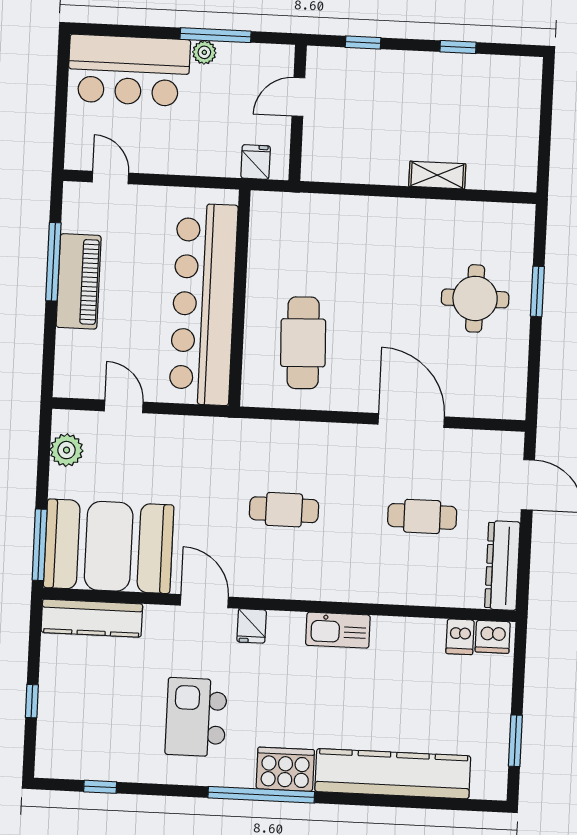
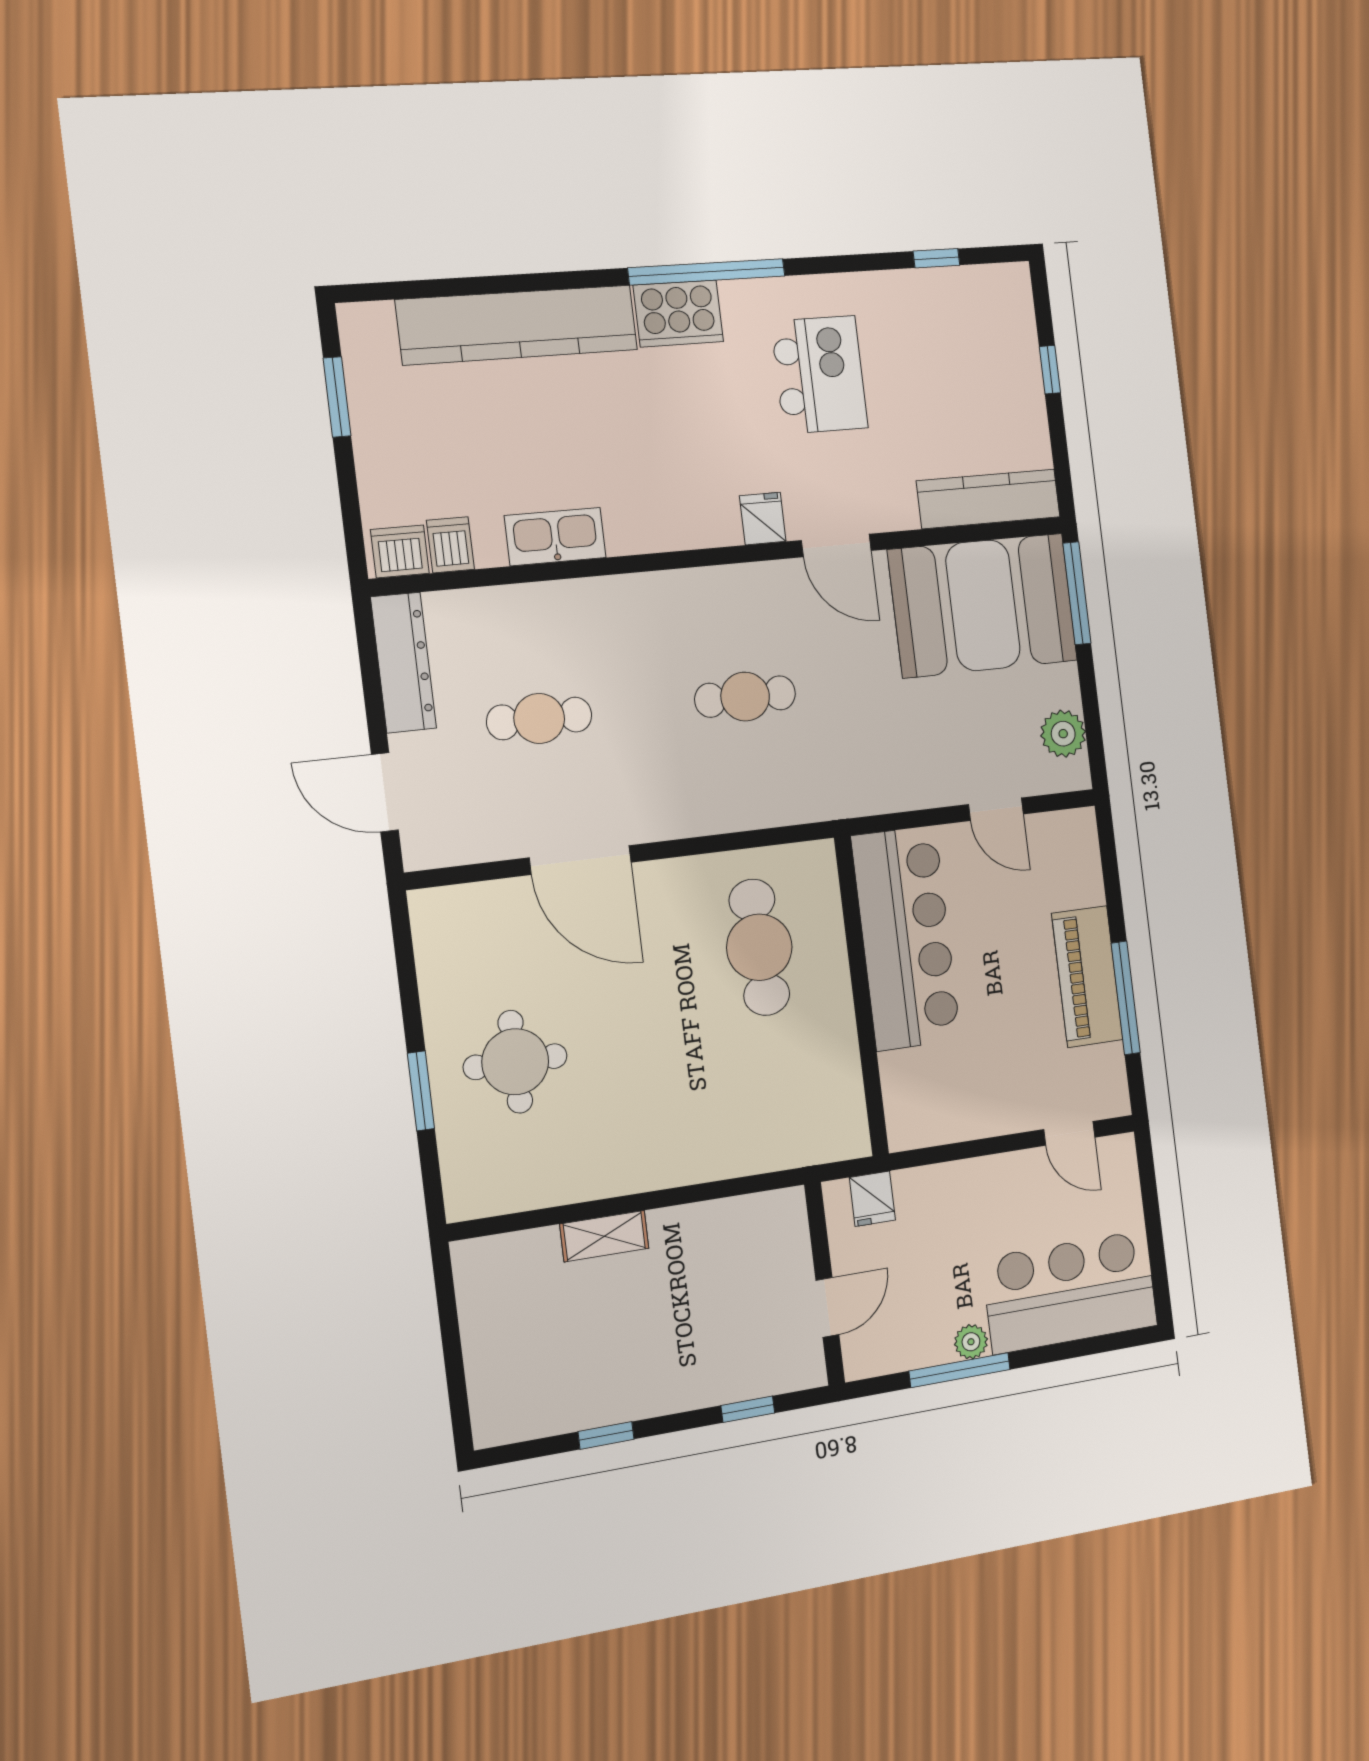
bar counter: (203, 304) -> (906, 938), width x0.73
kitchen sink: (338, 630) -> (555, 537), moved

